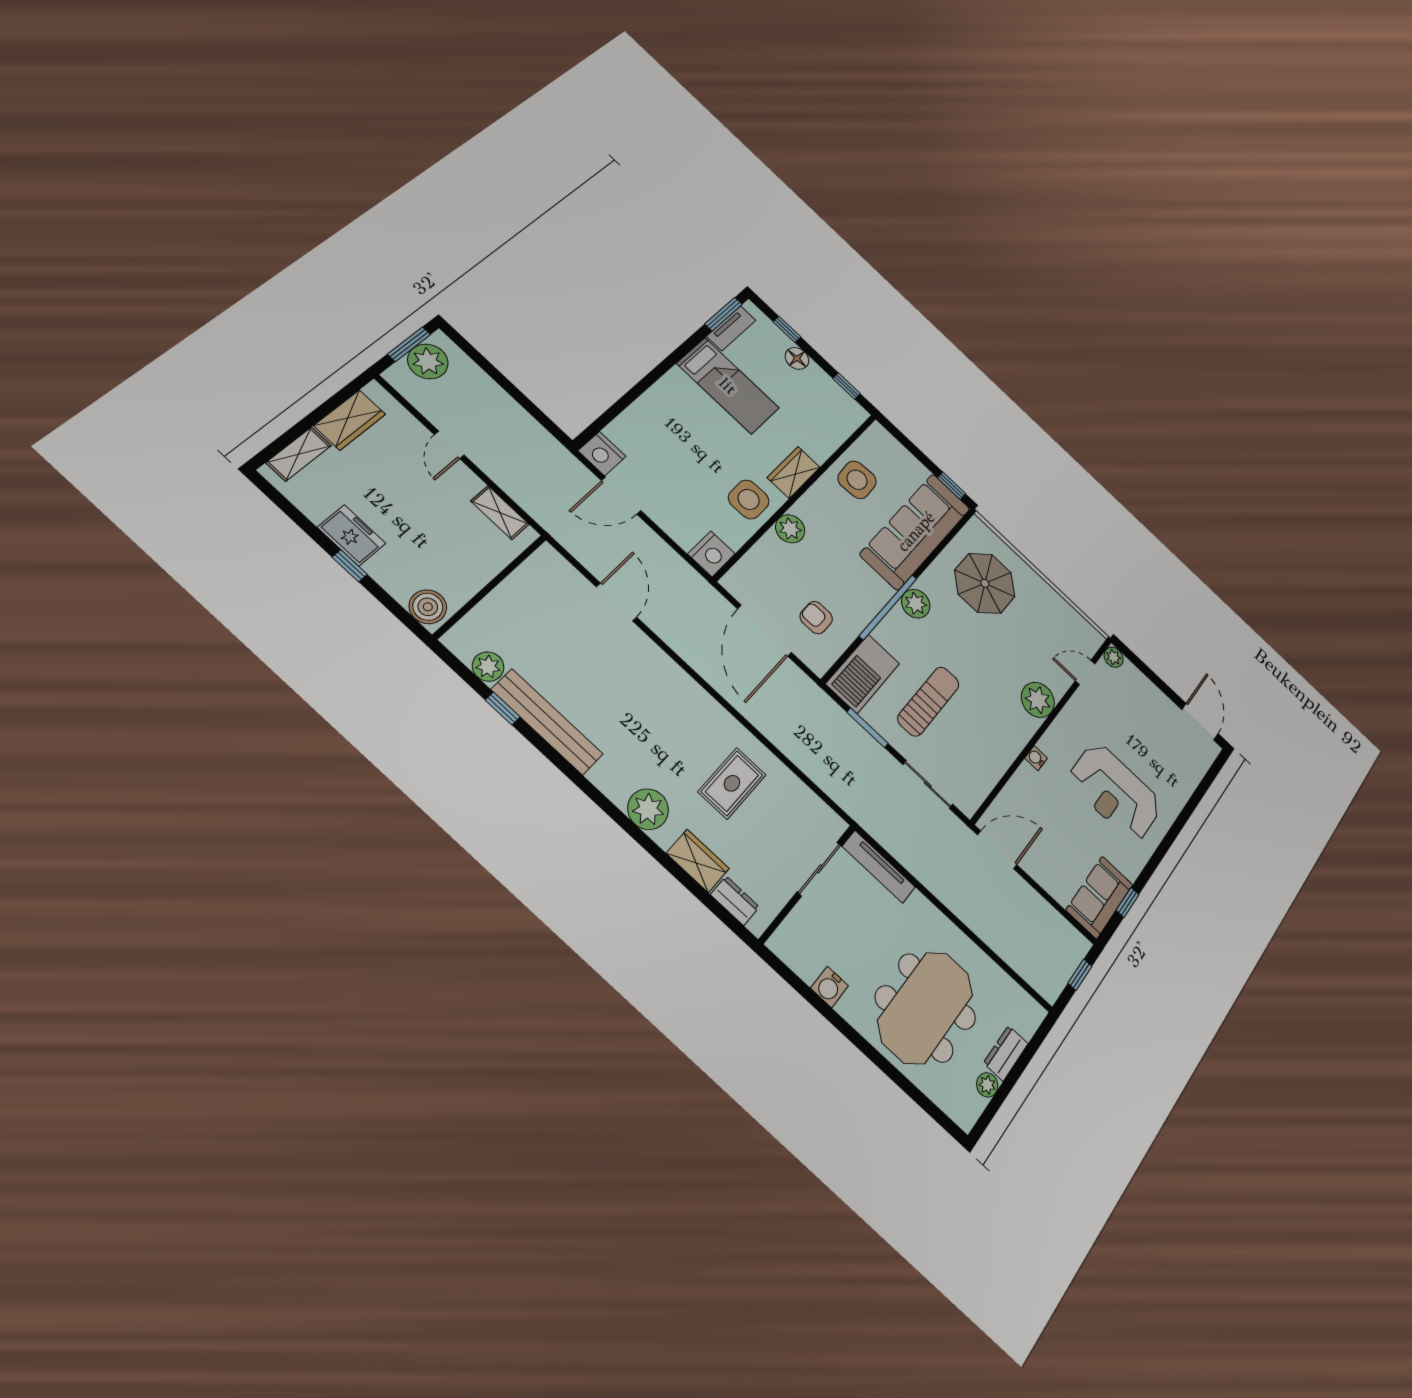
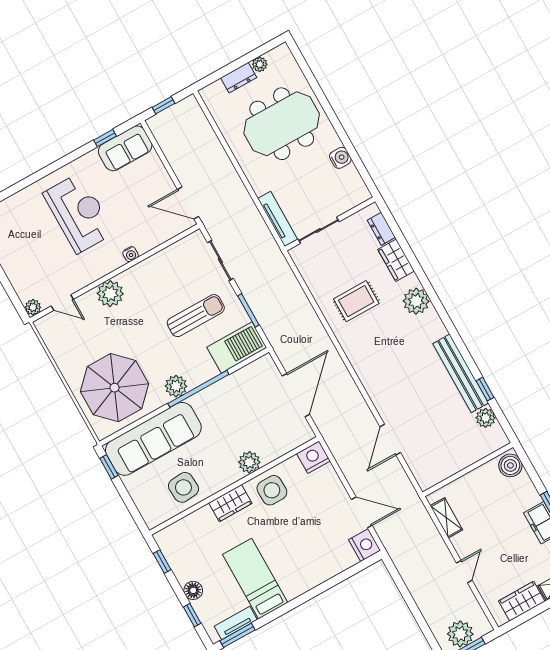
parasol: (985, 583) -> (115, 388), width x1.36, depth x1.36
armchair: (816, 618) -> (255, 395), removed
sun lounger: (928, 701) -> (196, 316), turned 180

